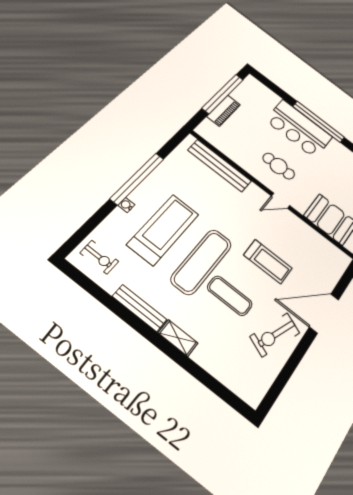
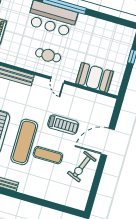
door: (281, 201) -> (58, 80), hinge flipped
shelving: (178, 338) -> (28, 190), removed

